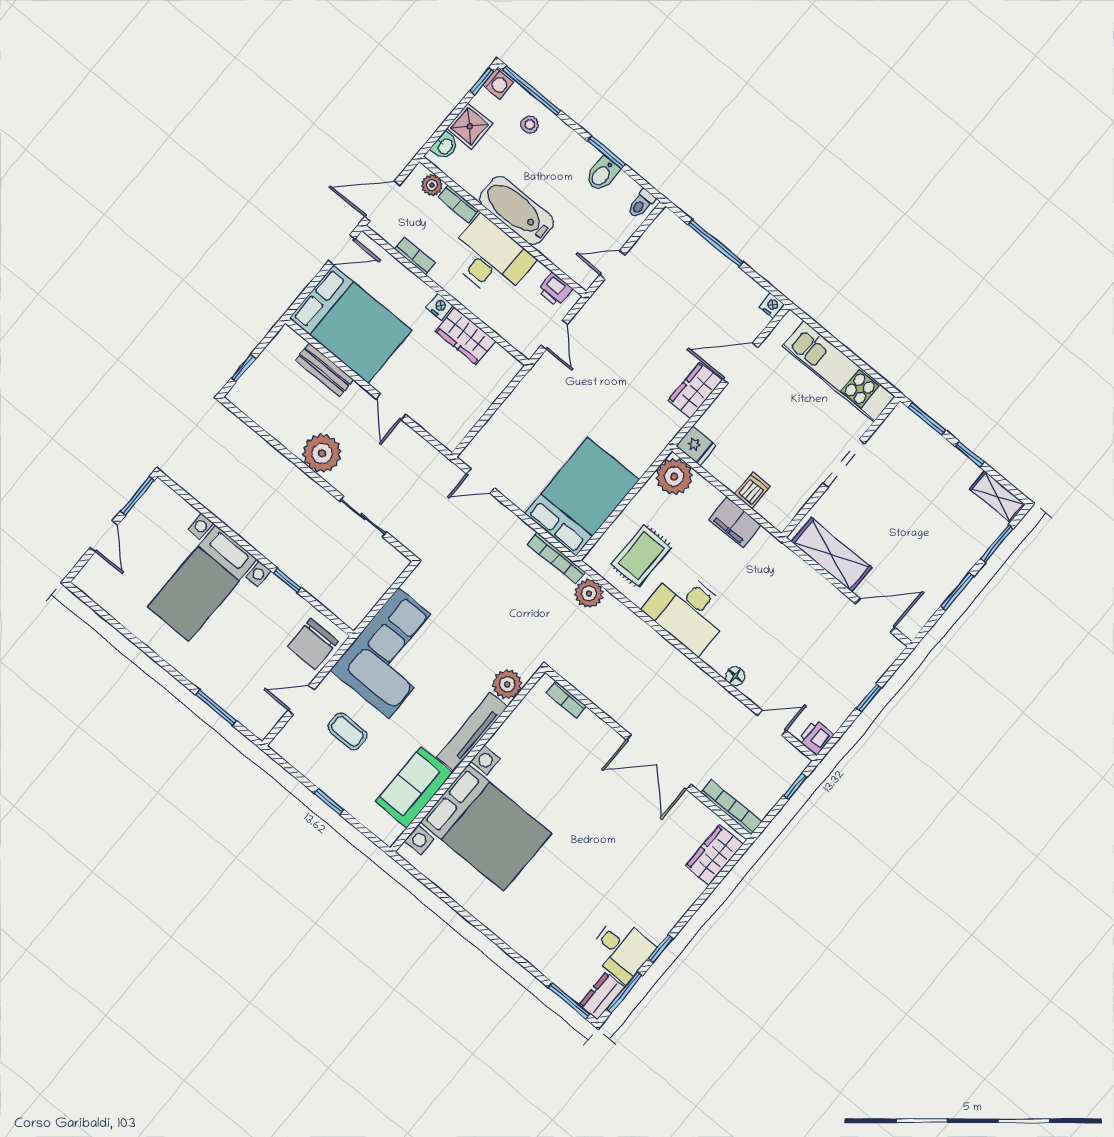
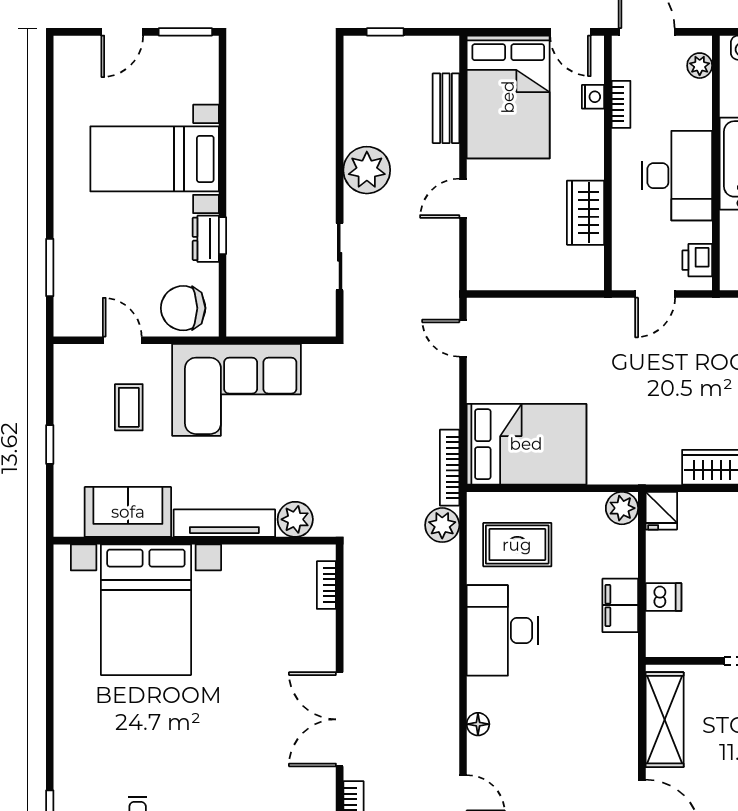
bookcase: (458, 204) -> (703, 104), removed
nightstand: (440, 307) -> (593, 97), moved
plant: (674, 476) -> (622, 508), width x0.73, depth x0.73
dresser: (281, 593) -> (206, 239), added

